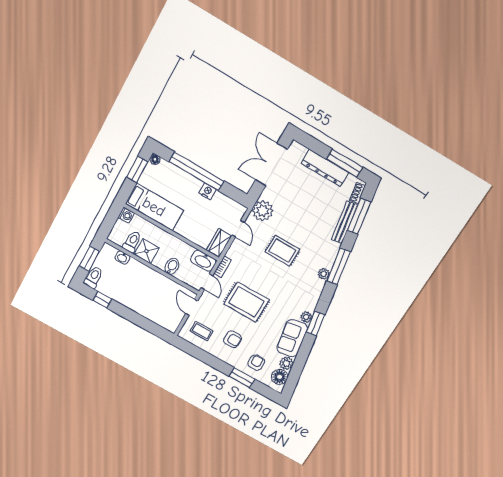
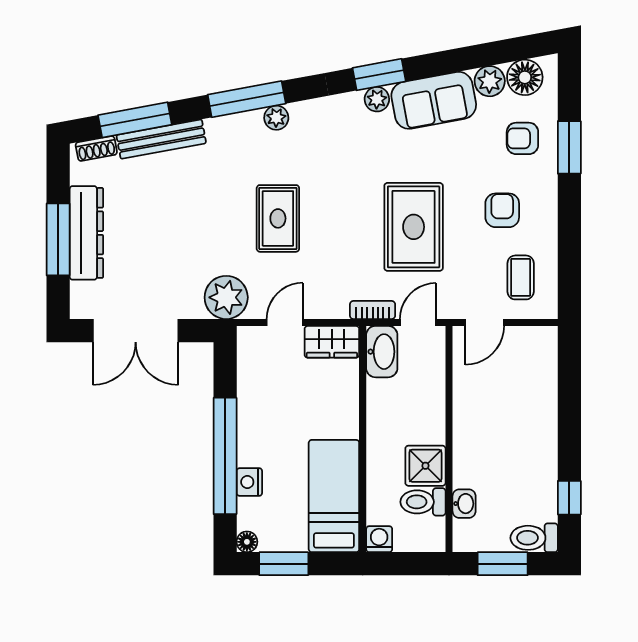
window: (345, 163) -> (58, 239), moved
nightstand: (207, 191) -> (249, 482), moved
bidet: (172, 266) -> (427, 403), removed

